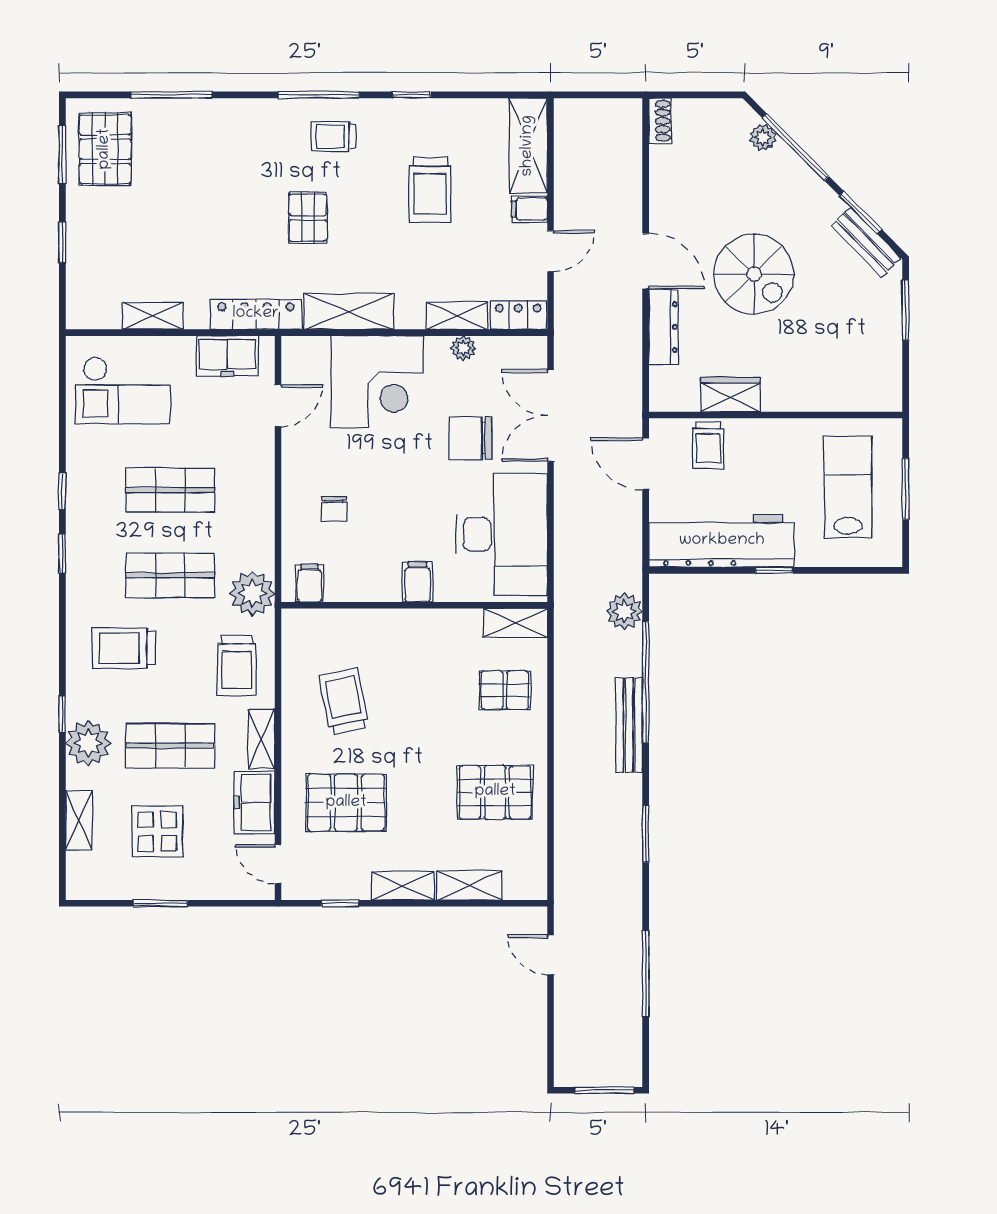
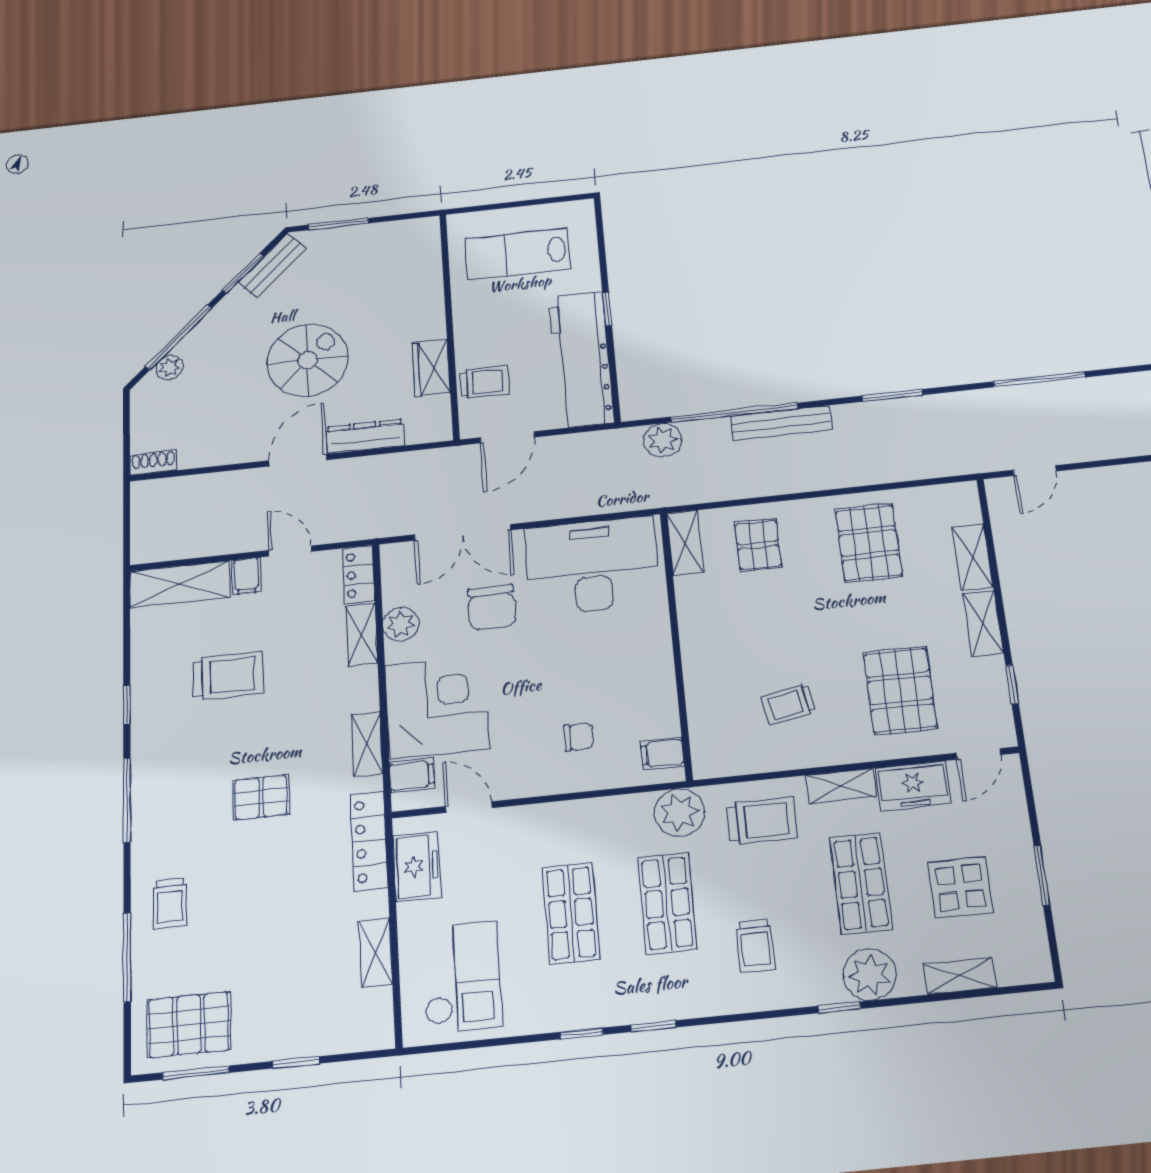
trolley: (333, 136) -> (170, 903), moved
shelving: (349, 311) -> (367, 744), width x0.67, depth x0.75
plant: (463, 348) -> (401, 624), width x1.38, depth x1.38
window: (906, 489) -> (516, 204), removed
filing cabinet: (418, 582) -> (412, 775), moved, turned 180
trolley: (124, 648) -> (755, 946), width x0.73, depth x0.72
trolley: (344, 701) -> (789, 704), width x0.73, depth x0.72

